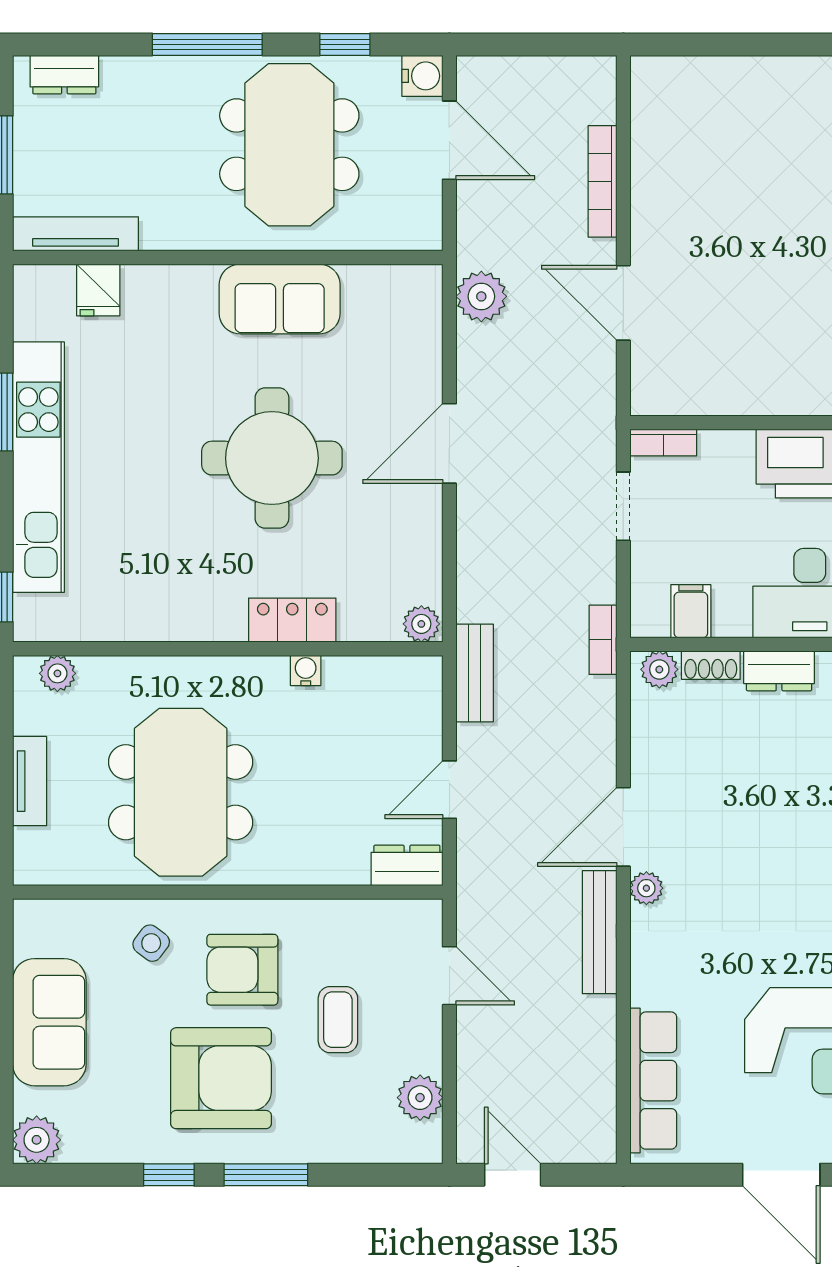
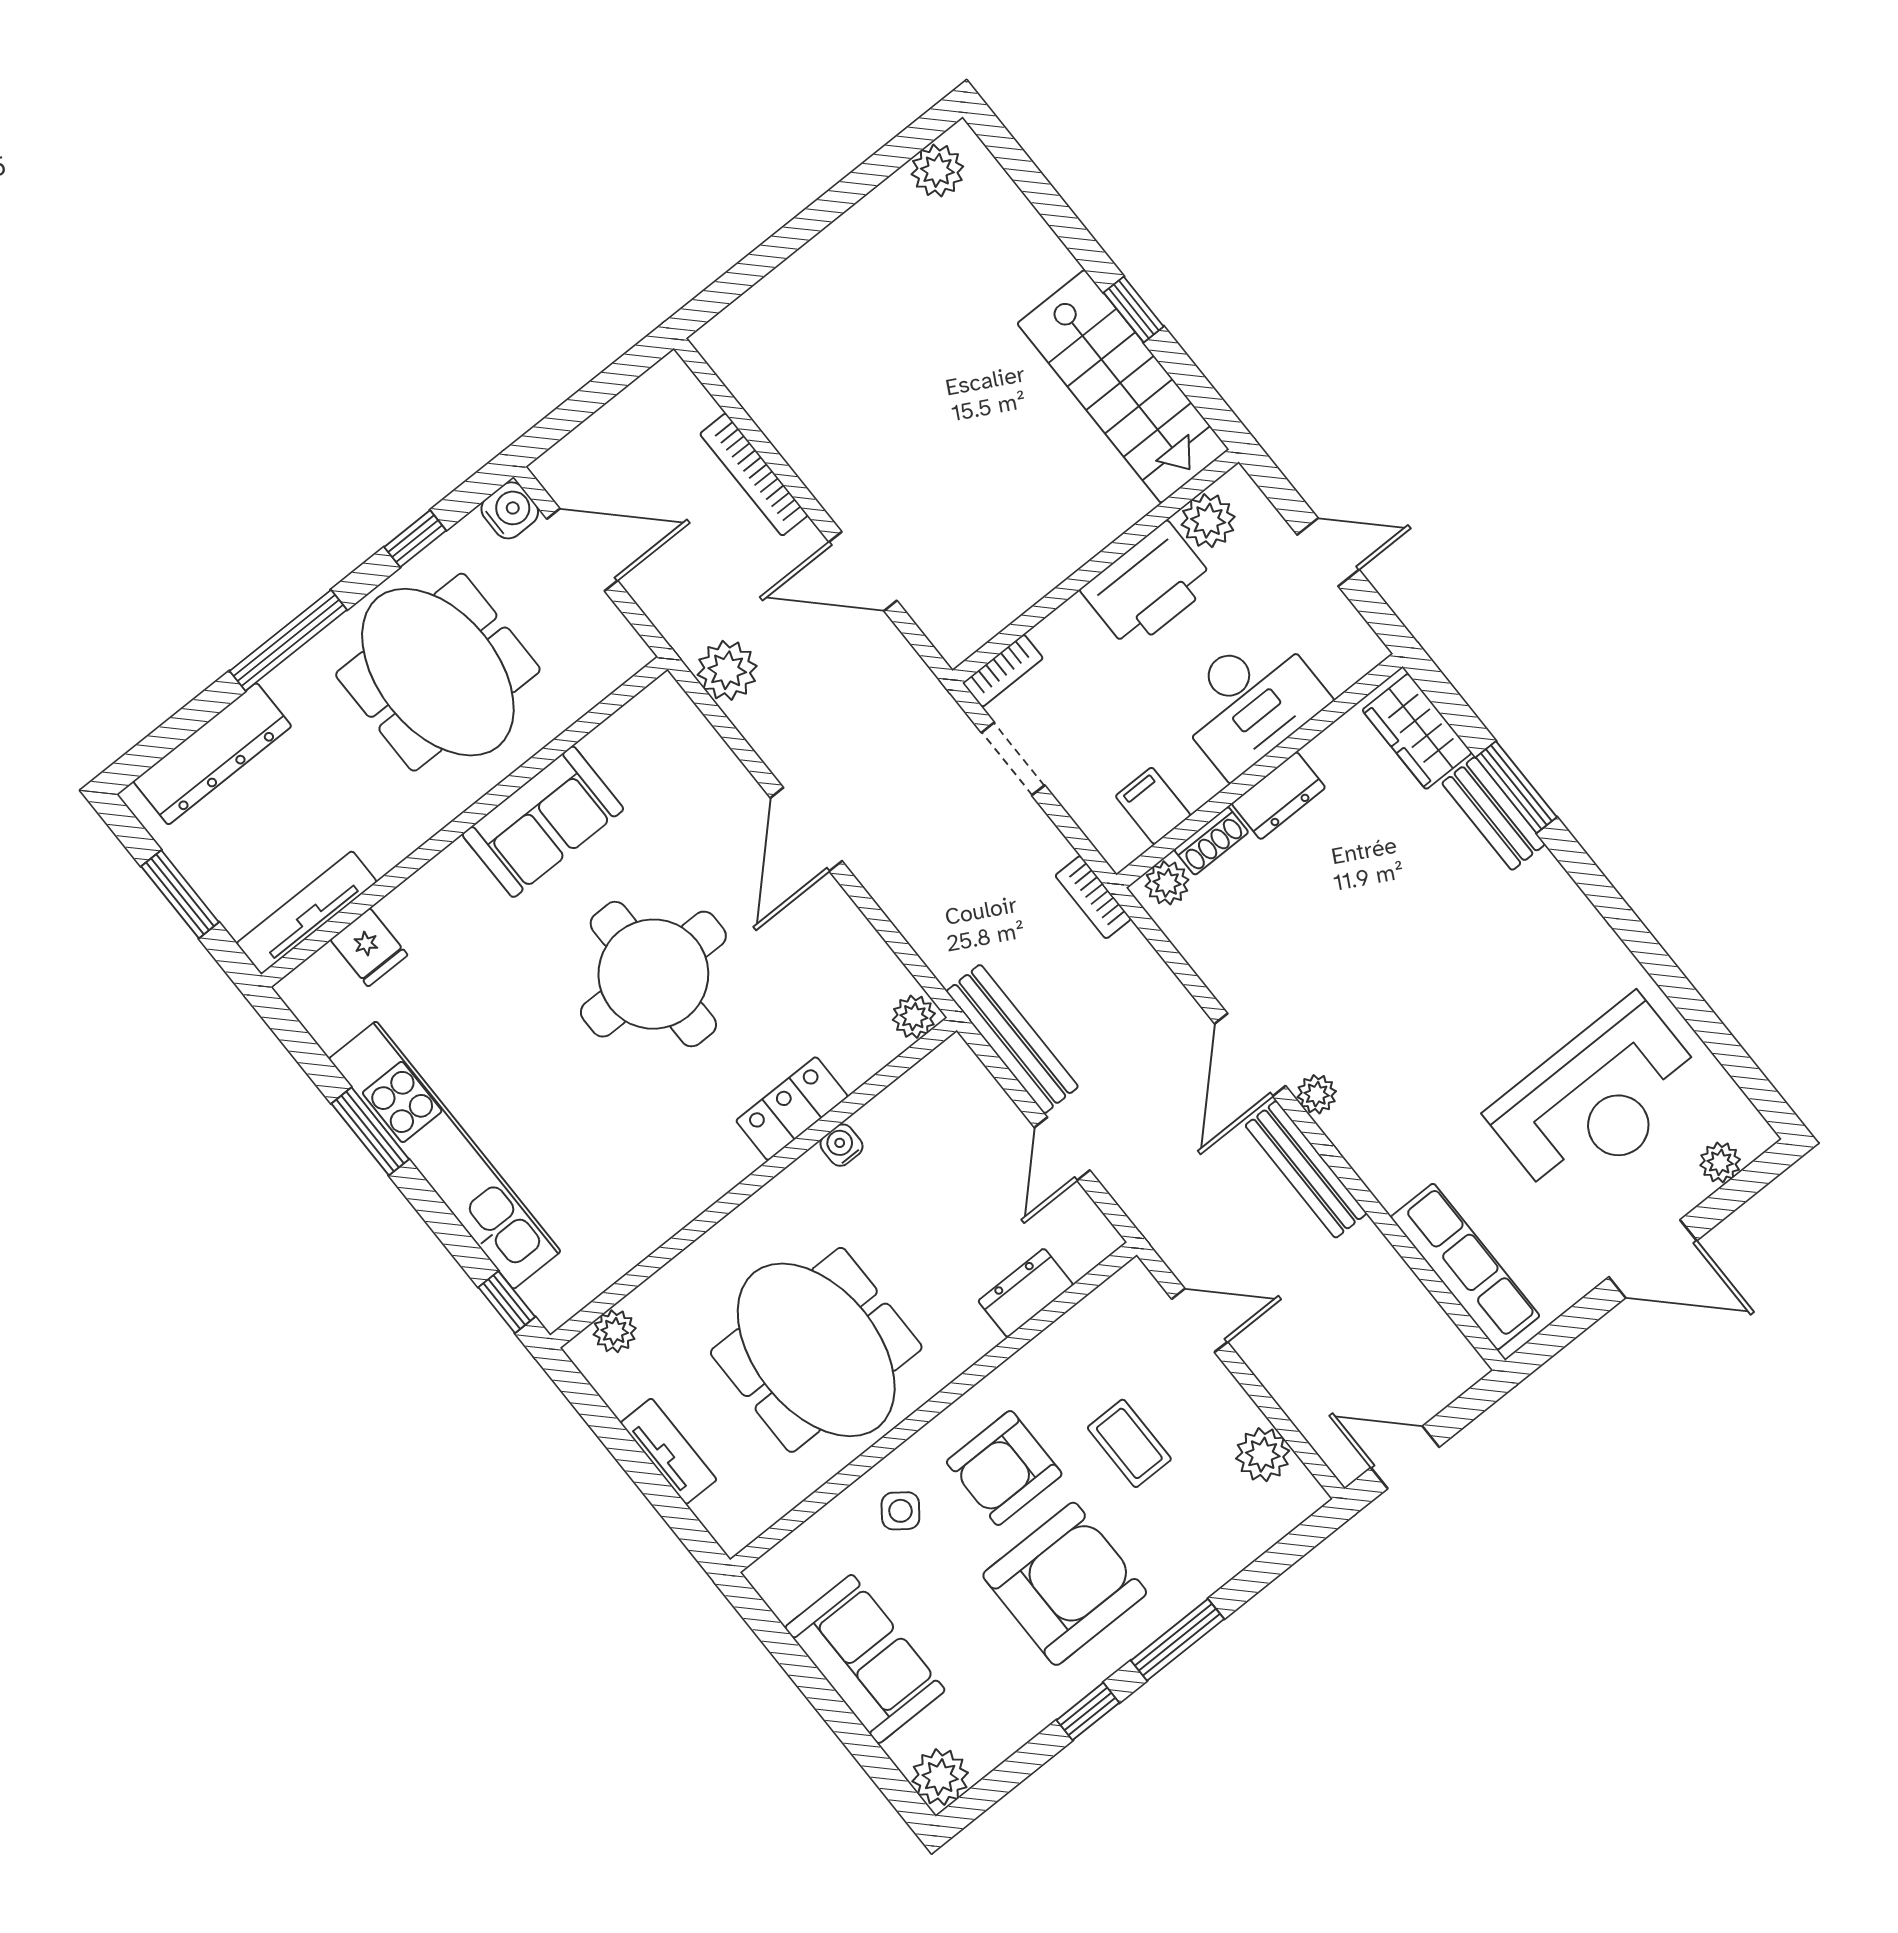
dresser: (64, 75) -> (212, 754), width x1.96, depth x1.24
bench: (475, 673) -> (1012, 1039), width x1.36
dresser: (407, 865) -> (1026, 1293), moved

